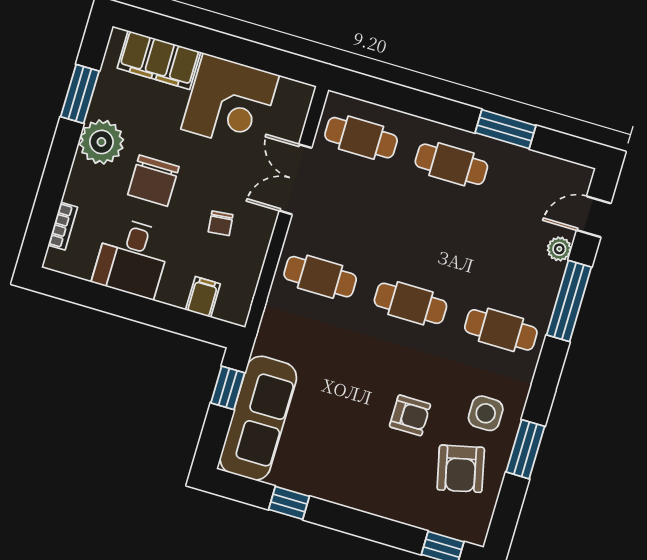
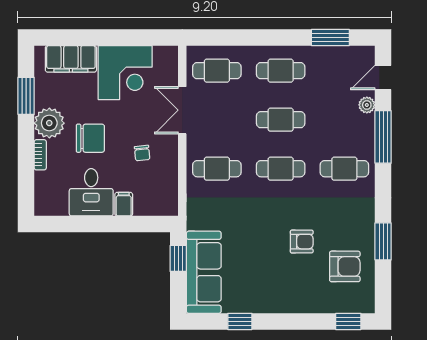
window: (506, 129) -> (330, 38), moved
chair: (153, 181) -> (90, 138), turned -90
bookcase: (63, 226) -> (40, 155), moved
cafe table: (431, 234) -> (281, 120), added
filing cabinet: (203, 297) -> (124, 204), moved
side table: (486, 413) -> (350, 226), removed
armchair: (461, 469) -> (345, 266), turned -77

